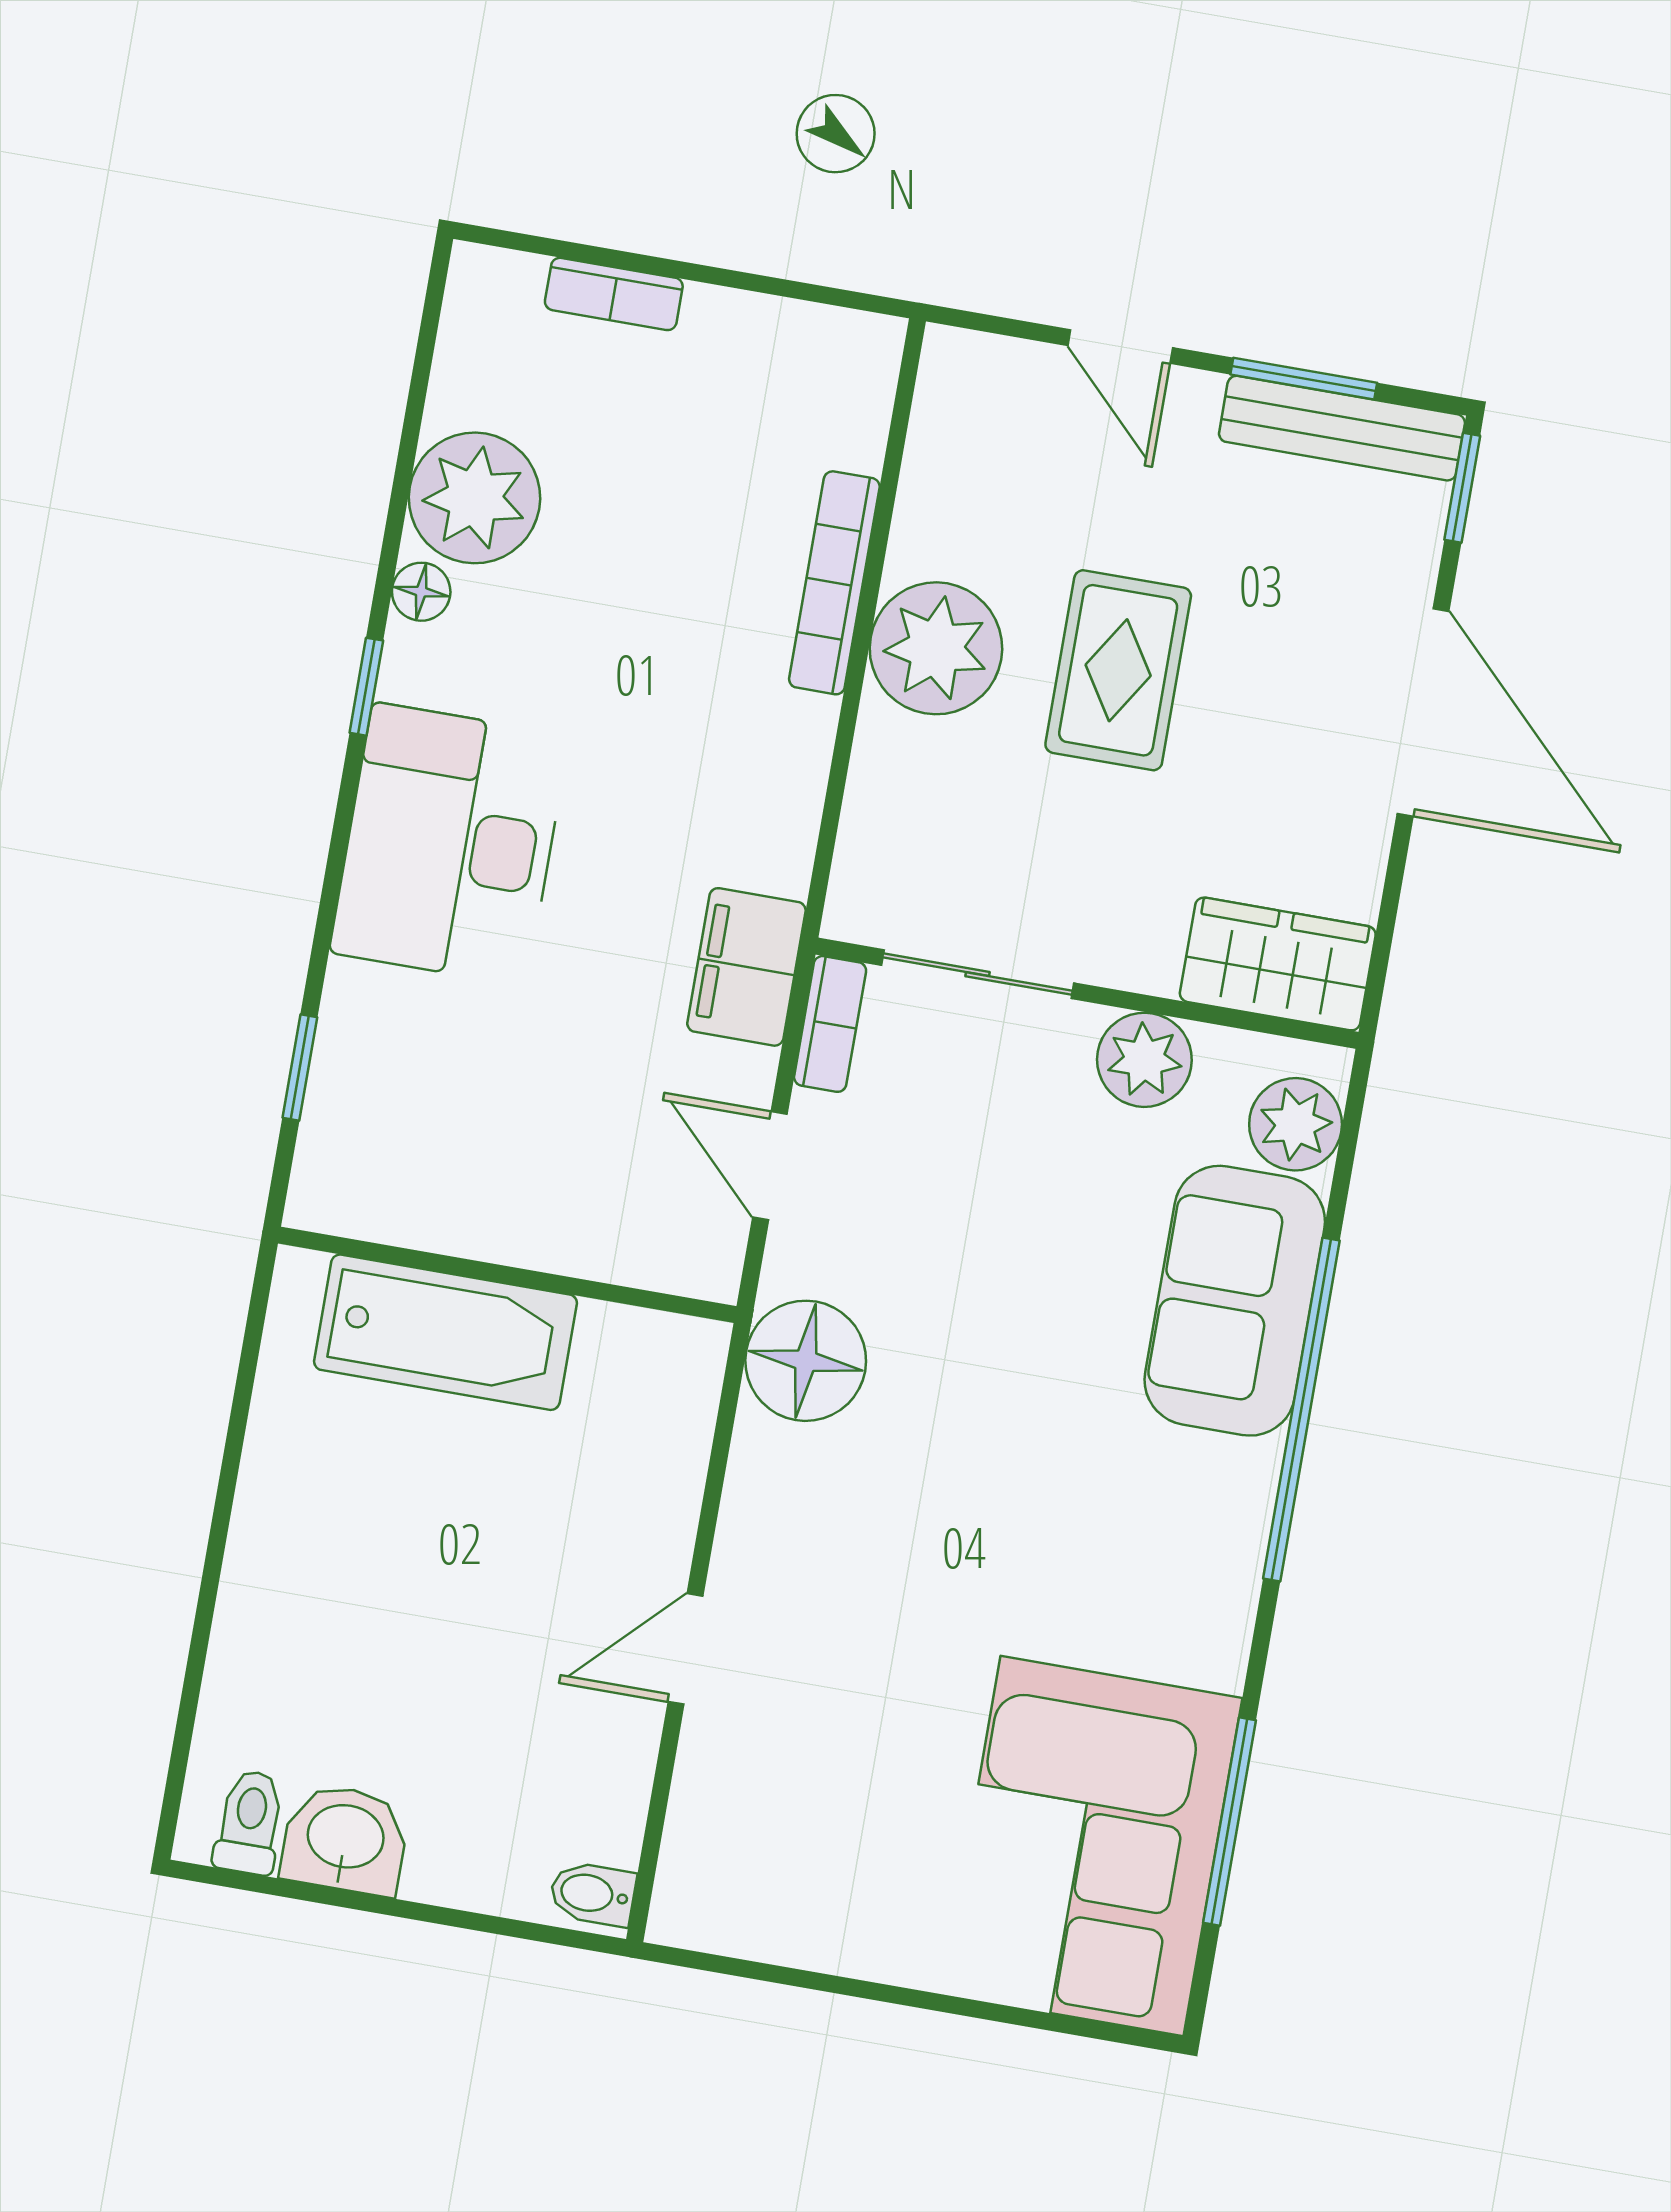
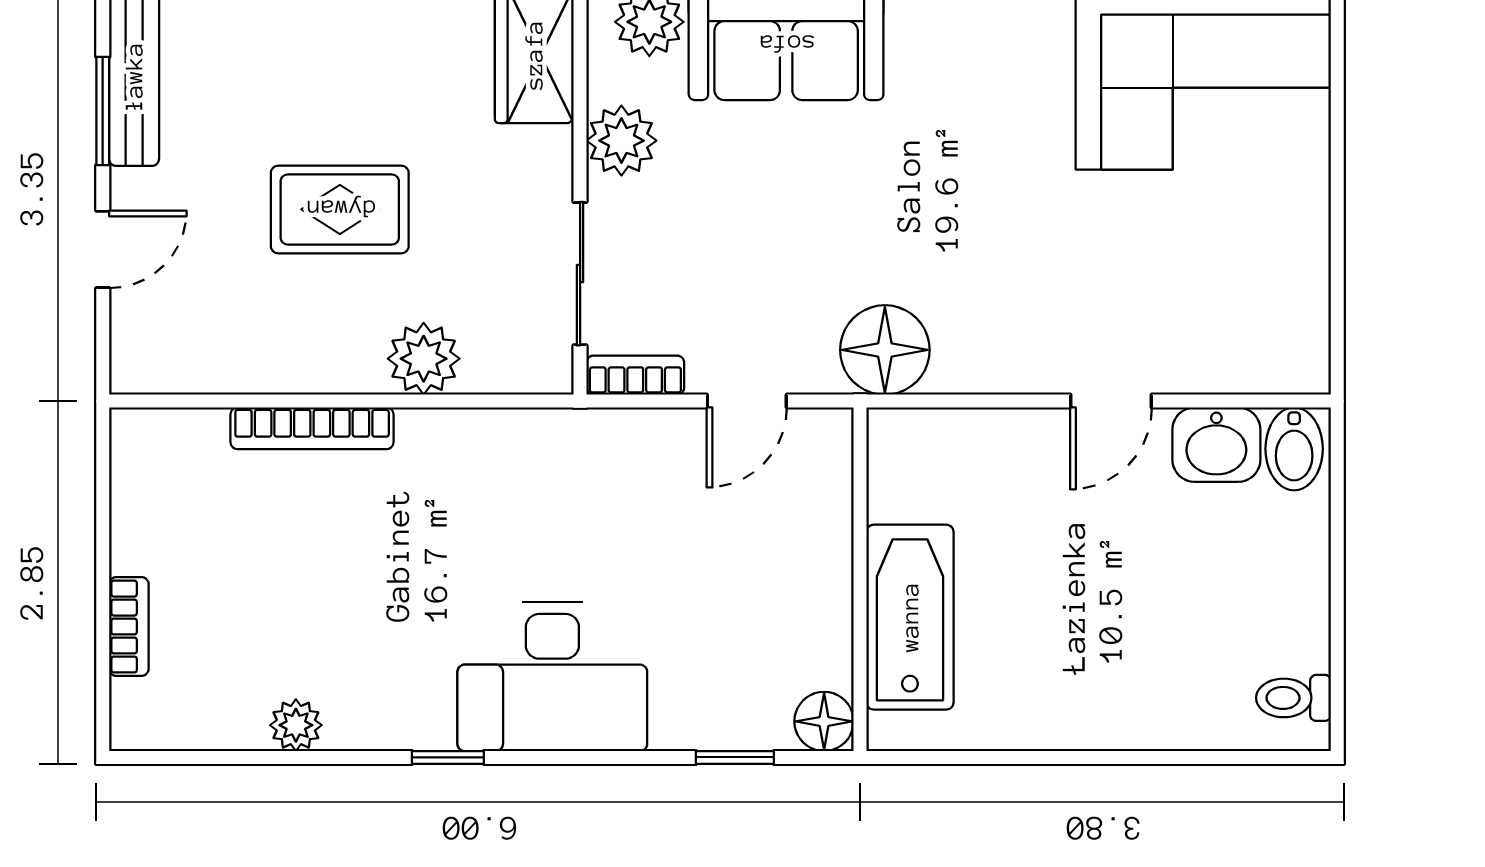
plant: (474, 498) -> (296, 725), width x0.53, depth x0.53
floor lamp: (421, 592) -> (824, 721), moved, width x1.37, depth x1.37
plant: (936, 648) -> (424, 359), moved, width x0.73, depth x0.73
filing cabinet: (746, 967) -> (604, 444), removed
door: (686, 1649) -> (1111, 401), hinge flipped
washbasin: (345, 1839) -> (1216, 445), moved, turned -90
bidet: (592, 1894) -> (1294, 449), width x1.38, depth x1.36

